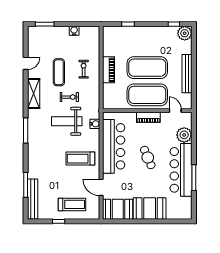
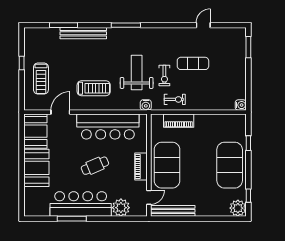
water cooler: (74, 31) -> (241, 105), moved
door: (26, 63) -> (203, 25), swing flipped
exercise mat: (147, 68) -> (230, 165), moved
exercise bike: (84, 69) -> (175, 99), moved
piano: (109, 70) -> (179, 121), moved
bench: (187, 74) -> (173, 211), moved
shelving: (34, 93) -> (169, 34), removed
water cooler: (95, 124) -> (146, 105), moved
treadmill: (80, 159) -> (94, 88), turned 90
bench: (33, 199) -> (83, 33), moved

